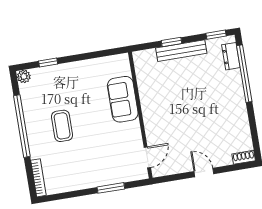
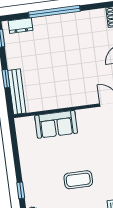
bench: (181, 51) -> (17, 92), moved
window: (244, 74) -> (54, 12), moved

